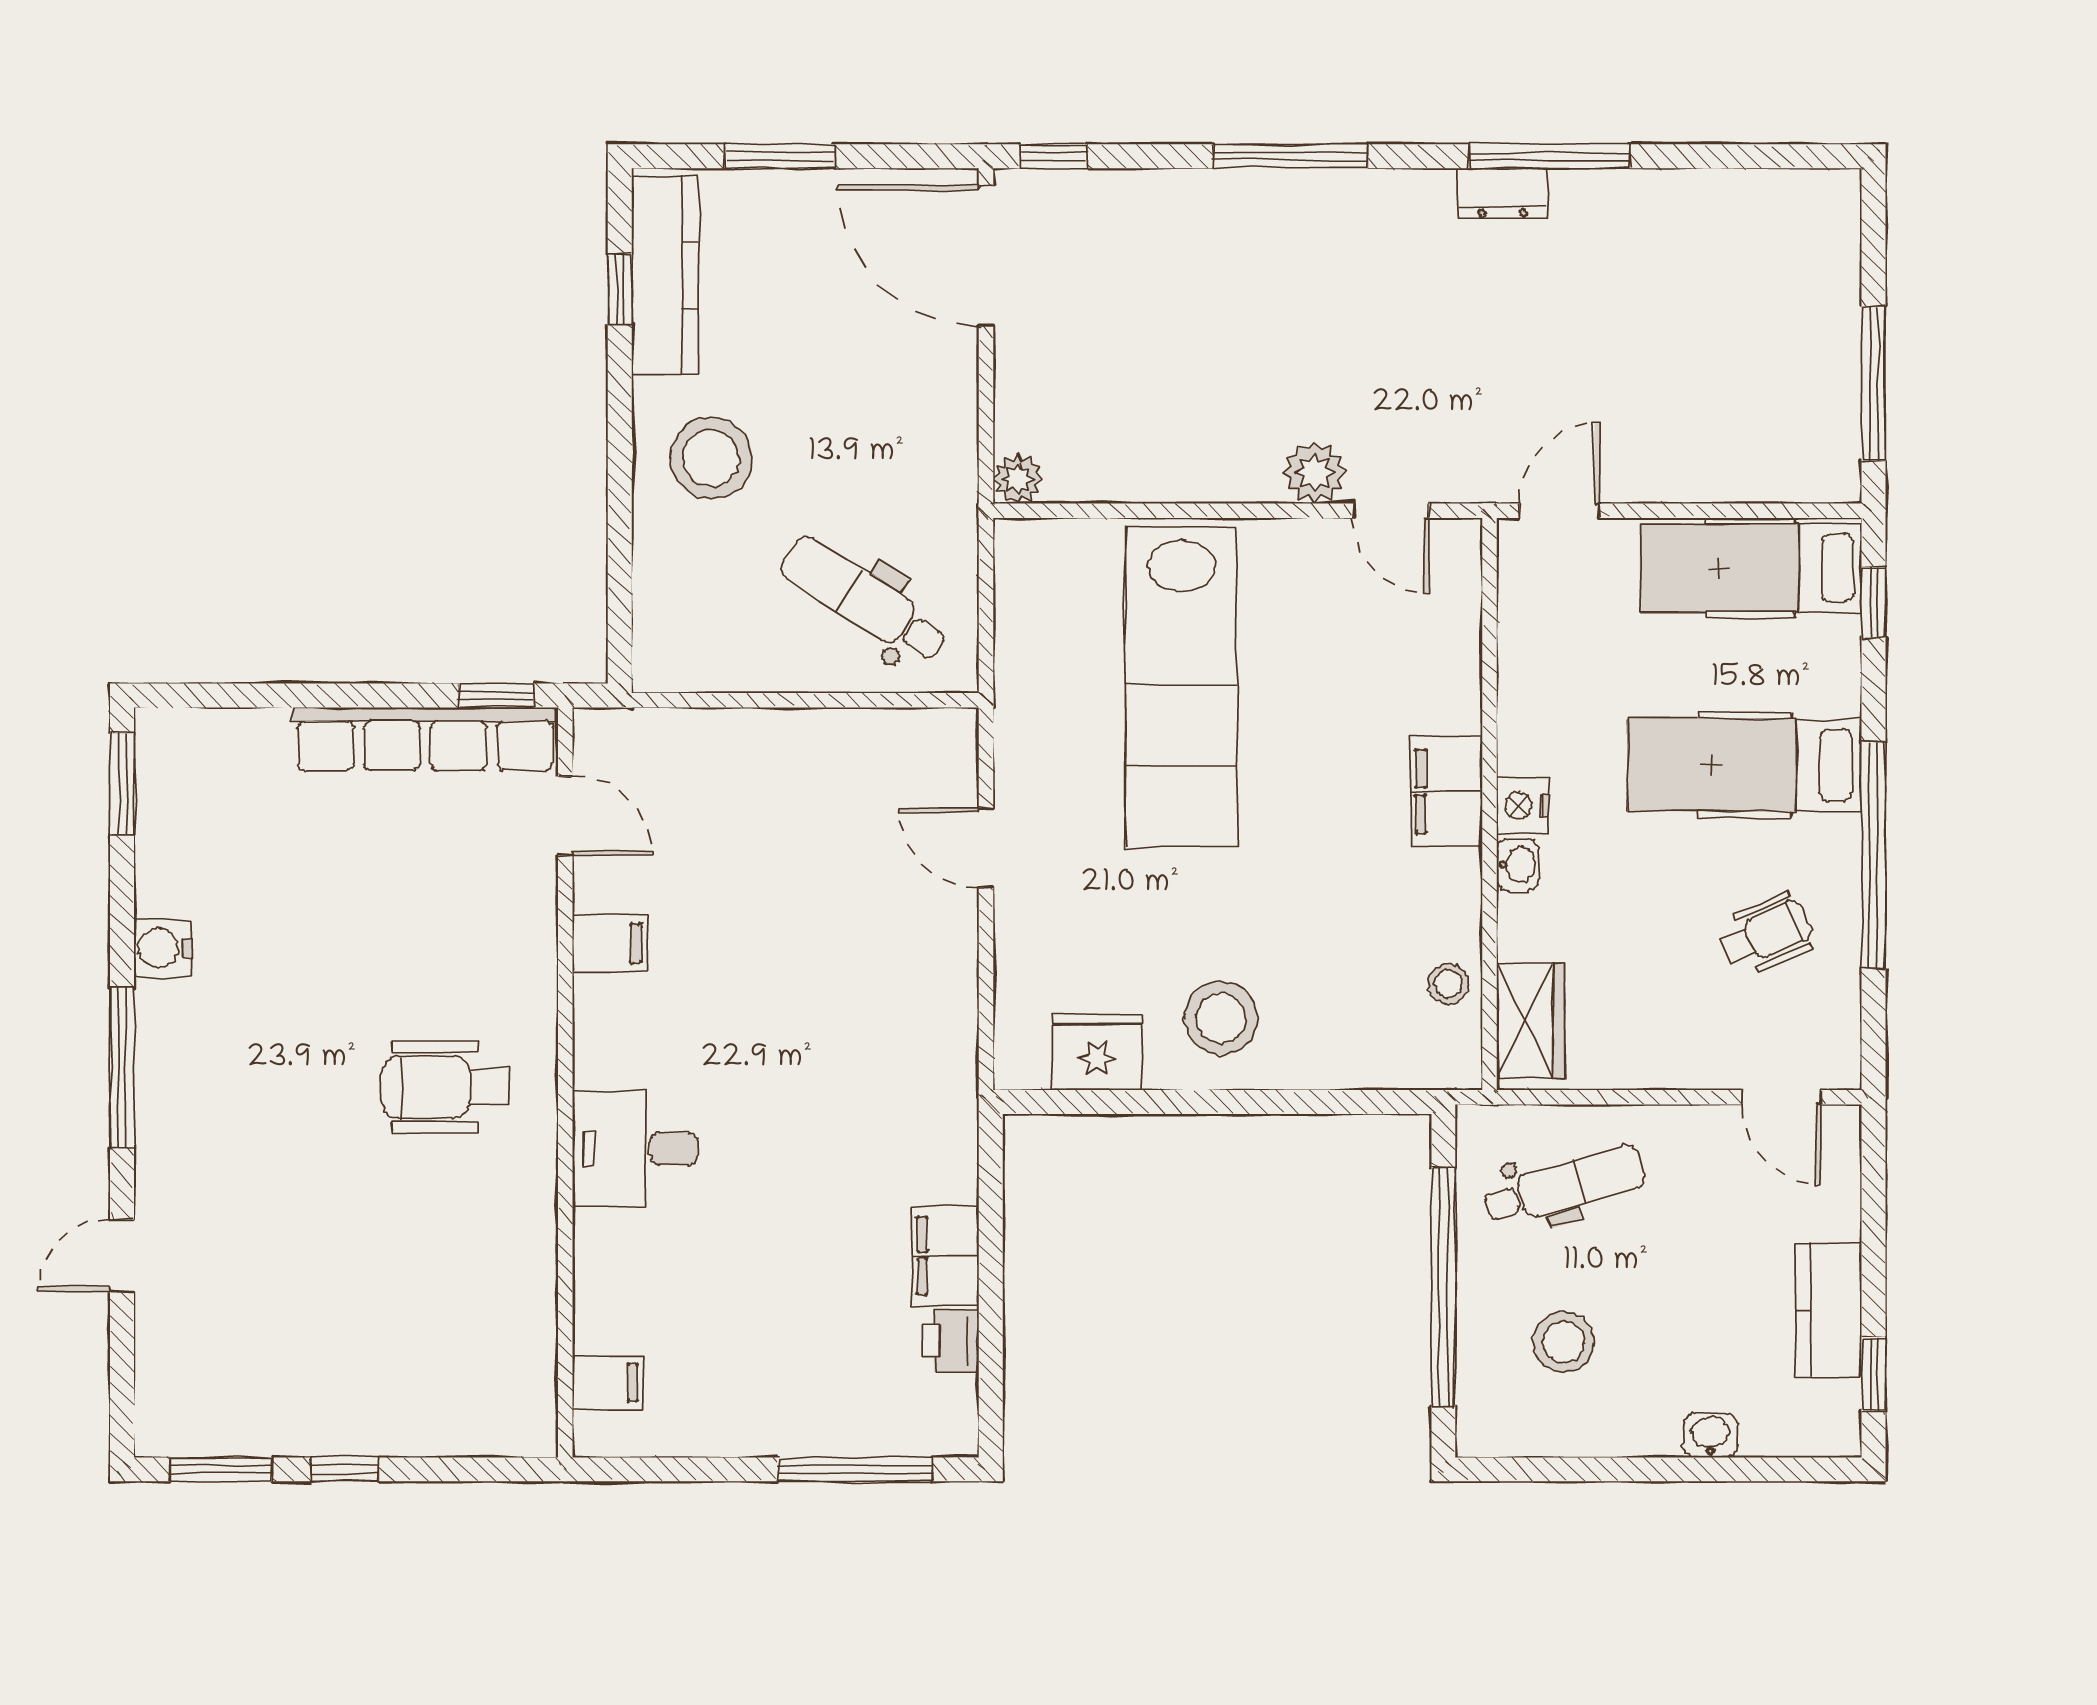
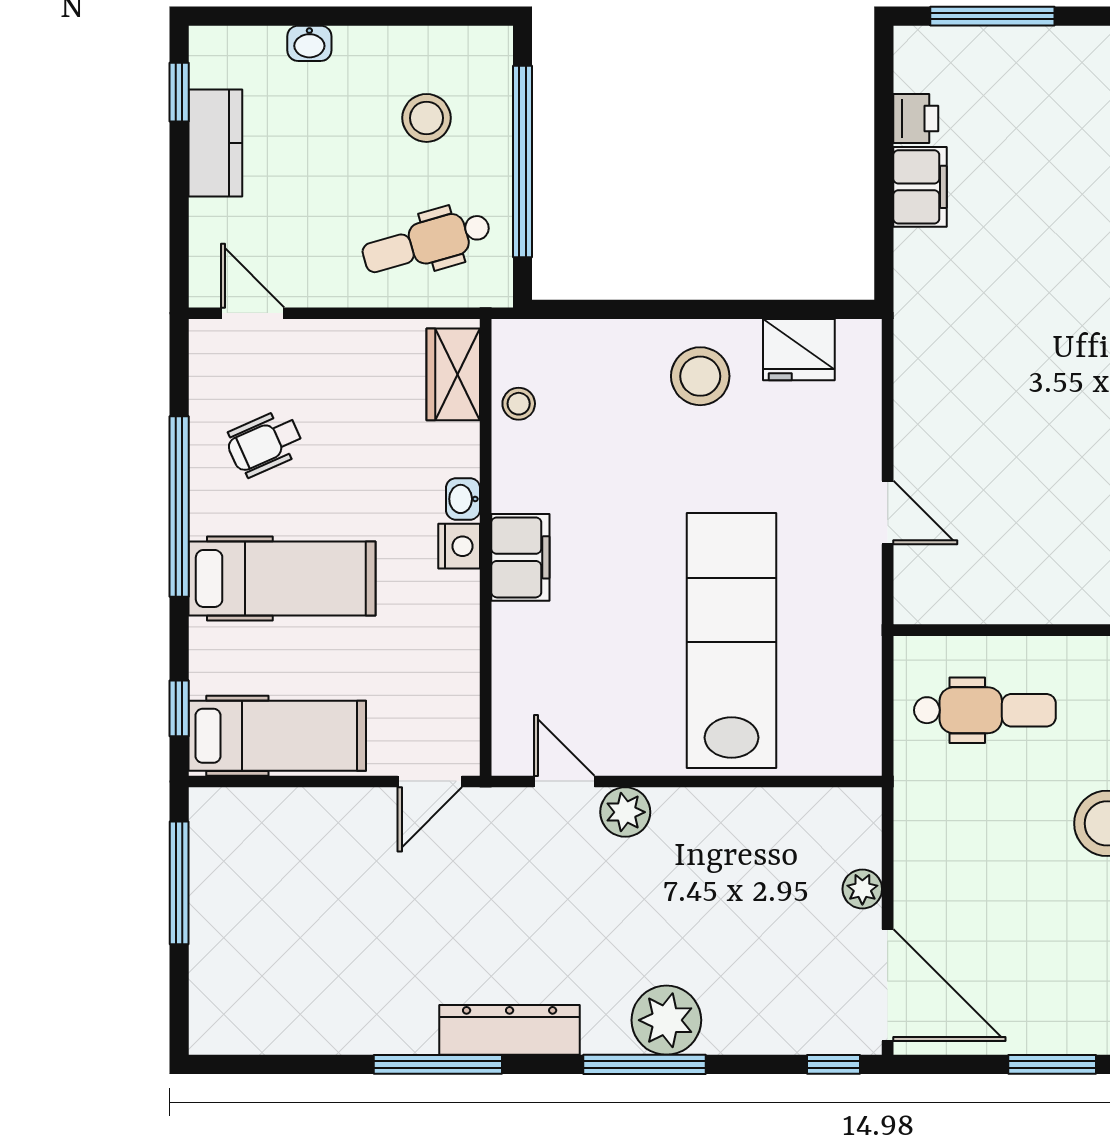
dresser: (1503, 193) -> (510, 1030), width x1.96, depth x1.24
plant: (1263, 212) -> (666, 1020), added
plant: (1018, 479) -> (862, 889), moved
dental chair: (864, 600) -> (985, 710), turned -33

